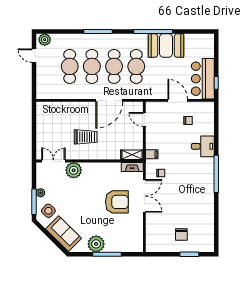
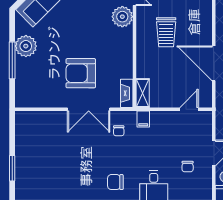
armchair: (117, 202) -> (81, 73), turned 90
chair: (181, 234) -> (115, 182), moved

